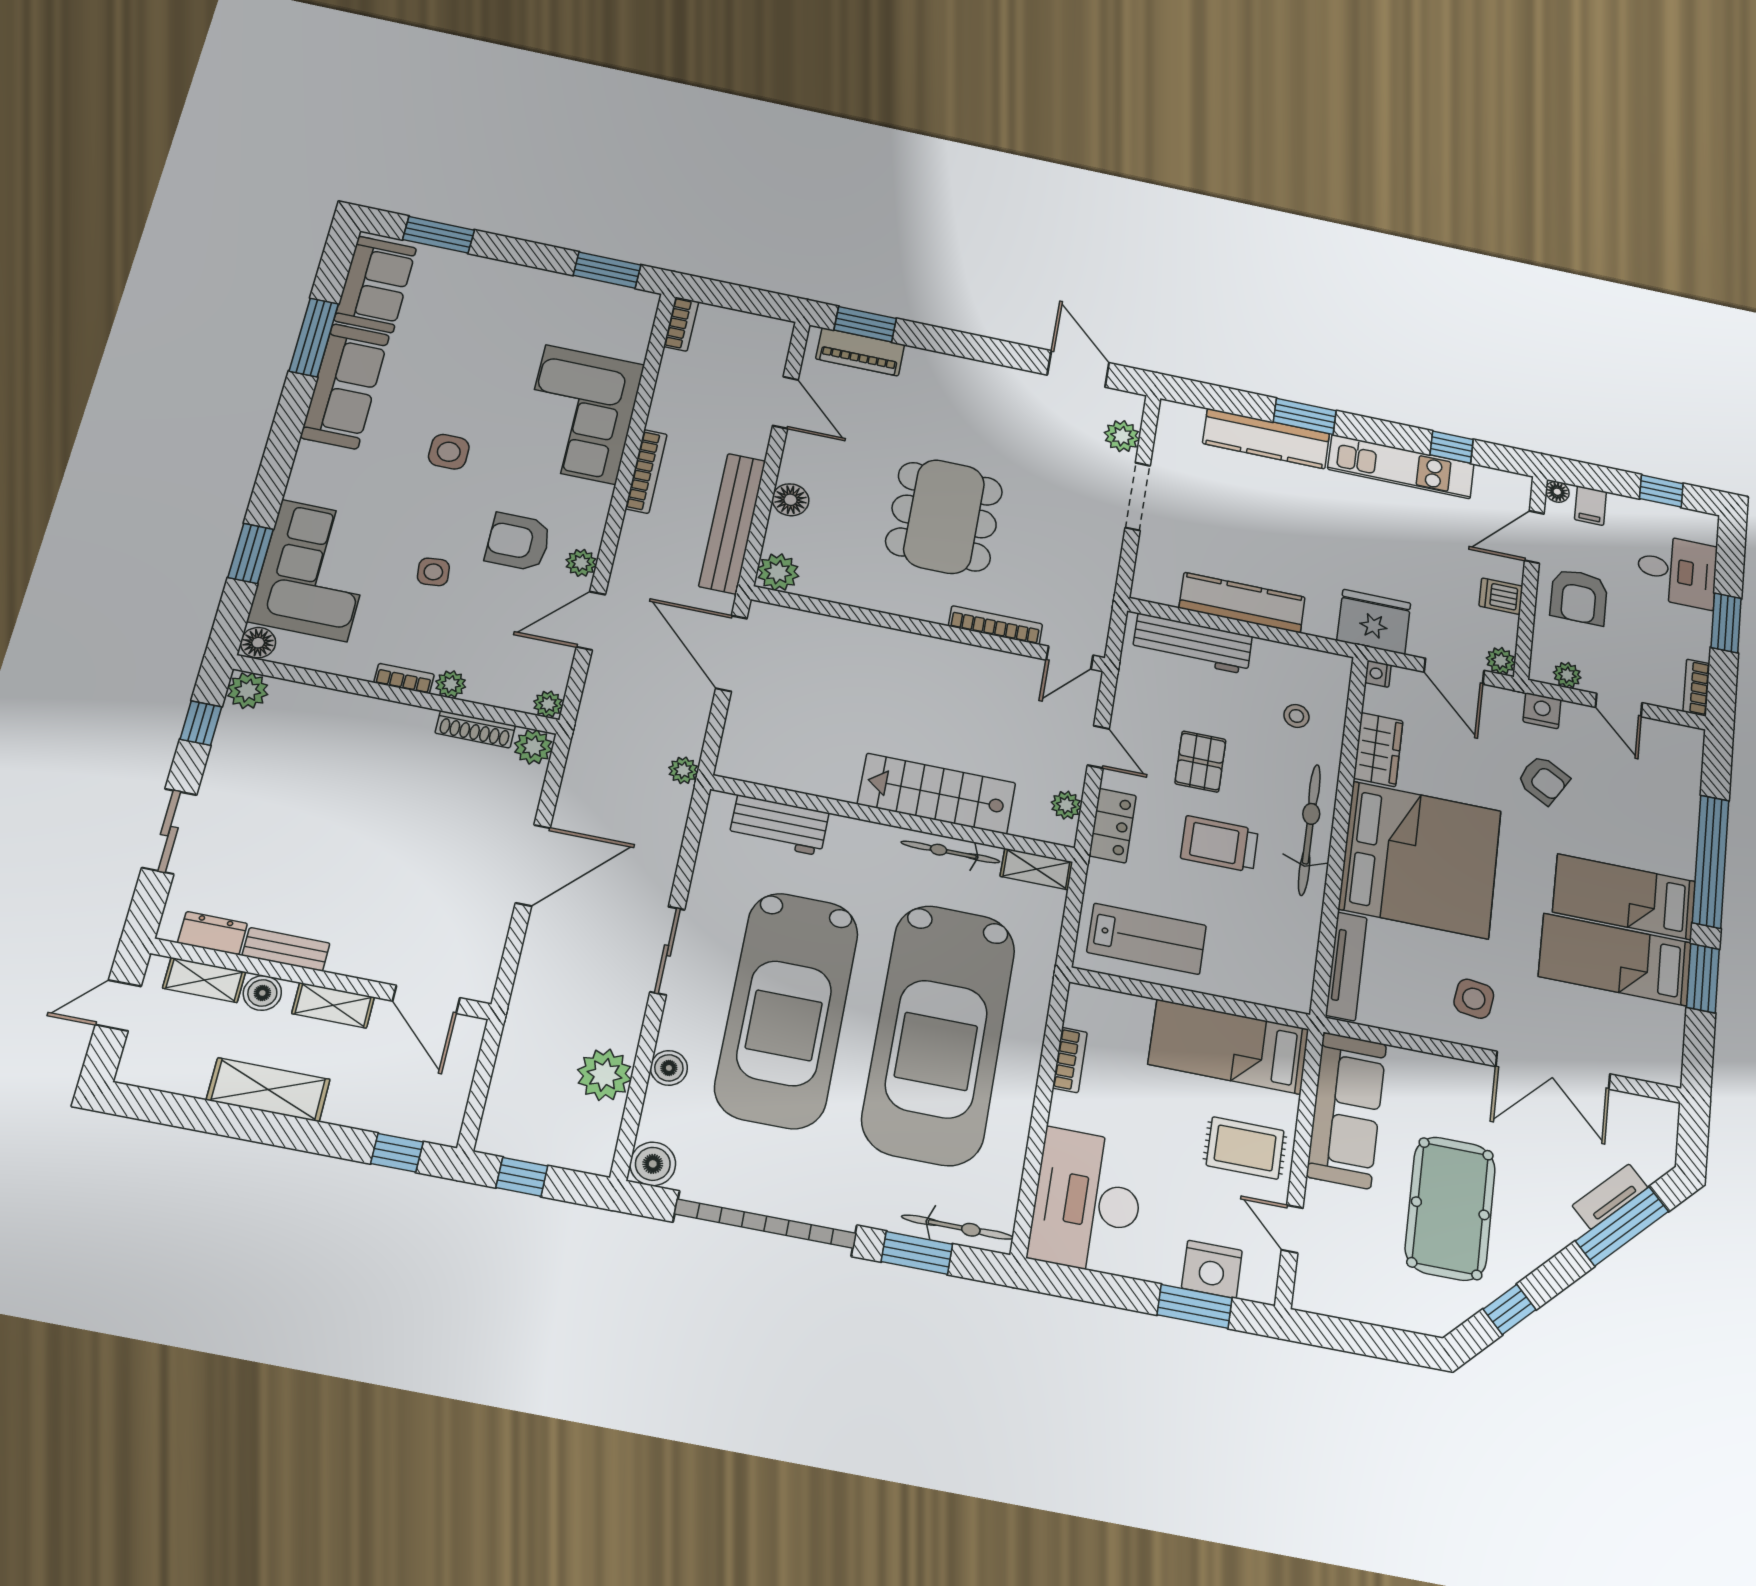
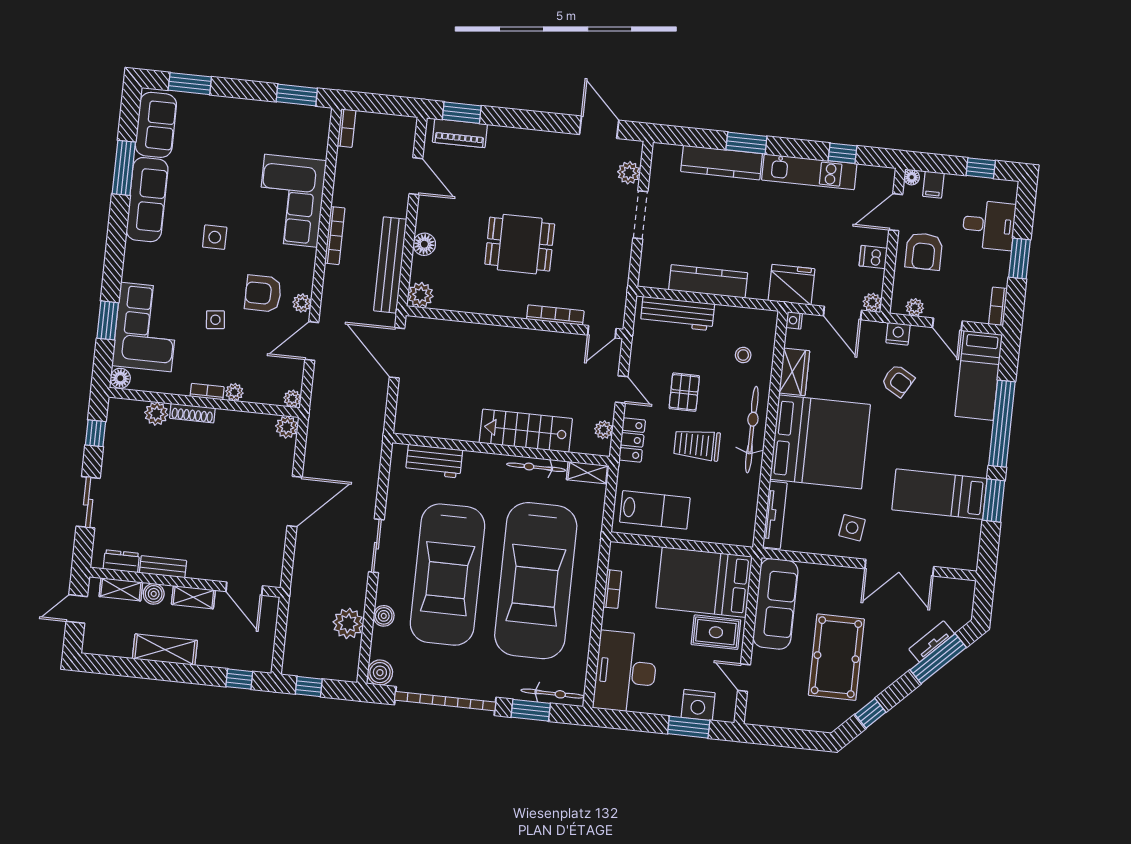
dining table: (944, 517) -> (520, 244), width x0.73
plant: (248, 691) -> (156, 414), moved
shoe rack: (475, 729) -> (192, 413), moved
plant: (683, 770) -> (375, 432), removed
bed: (1624, 897) -> (979, 375), moved, turned -90
bed: (1229, 1047) -> (704, 582), width x1.50

